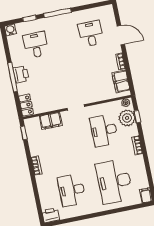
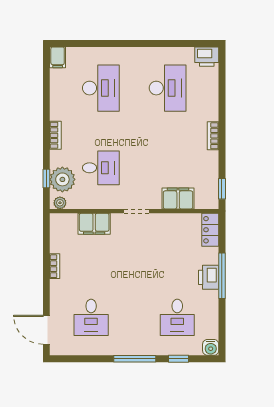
door: (121, 35) -> (46, 330), moved
filing cabinet: (121, 81) -> (94, 224), moved, turned 90
desk: (104, 130) -> (101, 168), width x0.73
desk: (114, 181) -> (101, 88), width x0.73, depth x0.77

